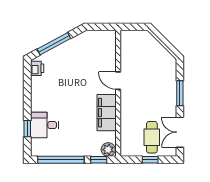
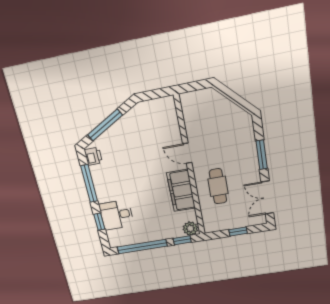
window: (27, 92) -> (89, 184), added
cafe table: (152, 137) -> (218, 186), moved

